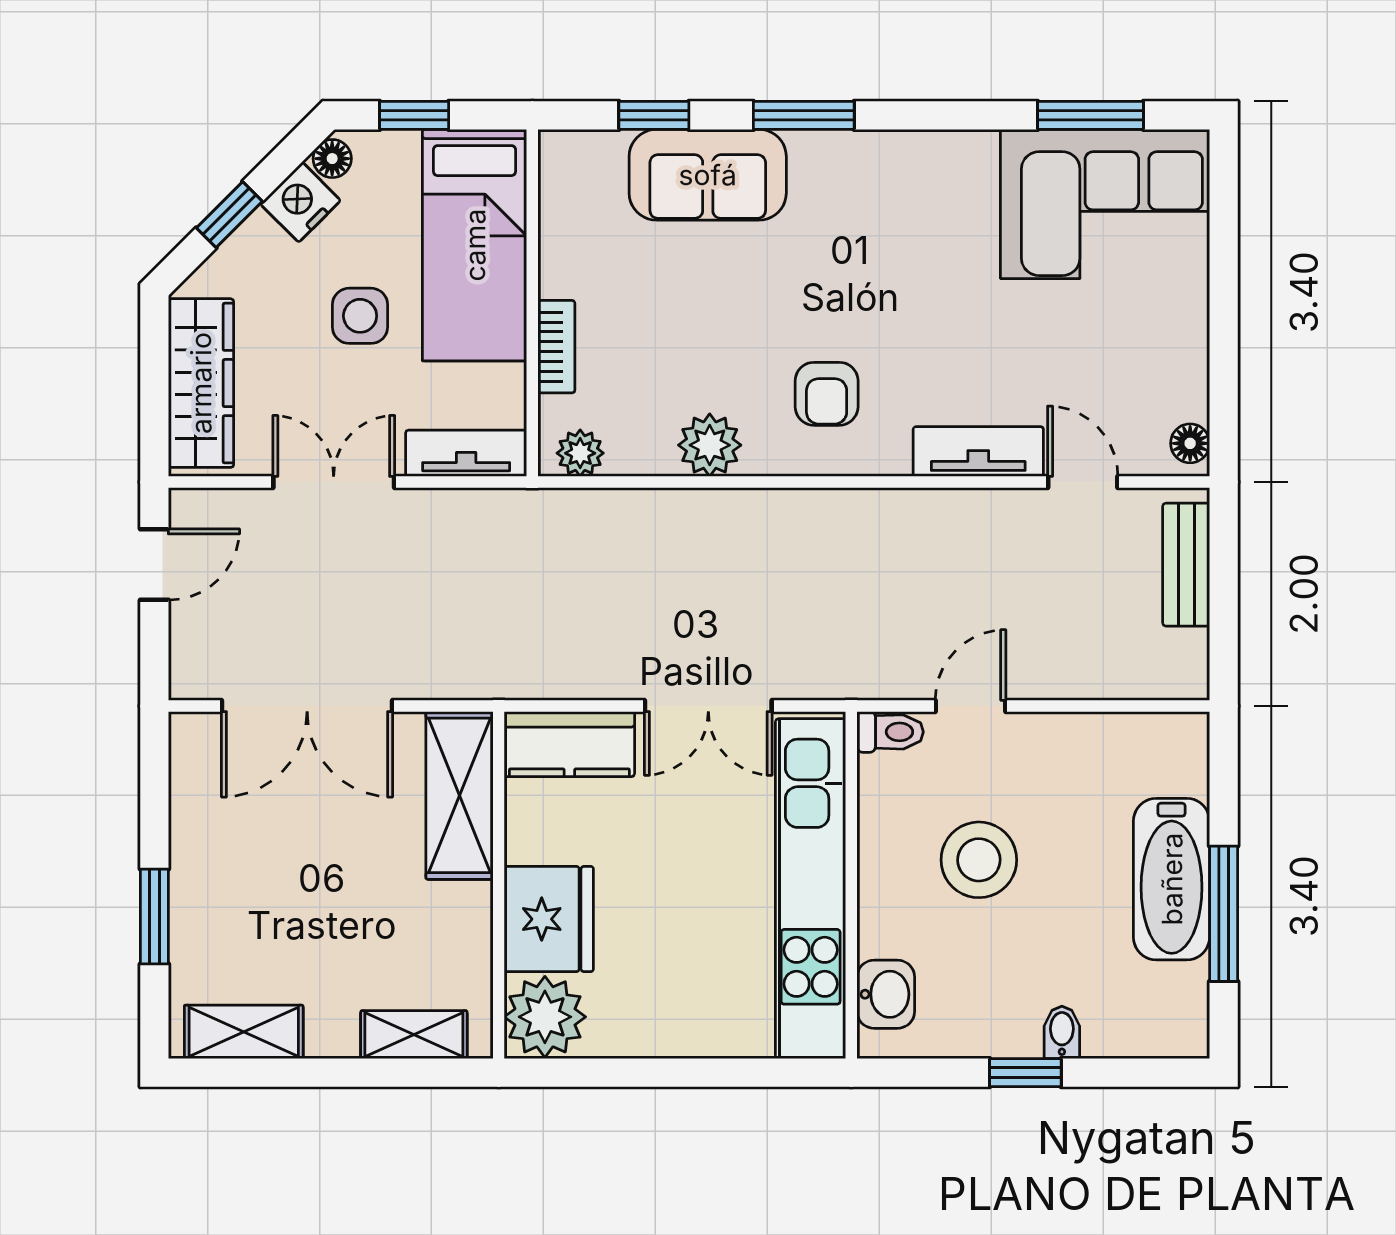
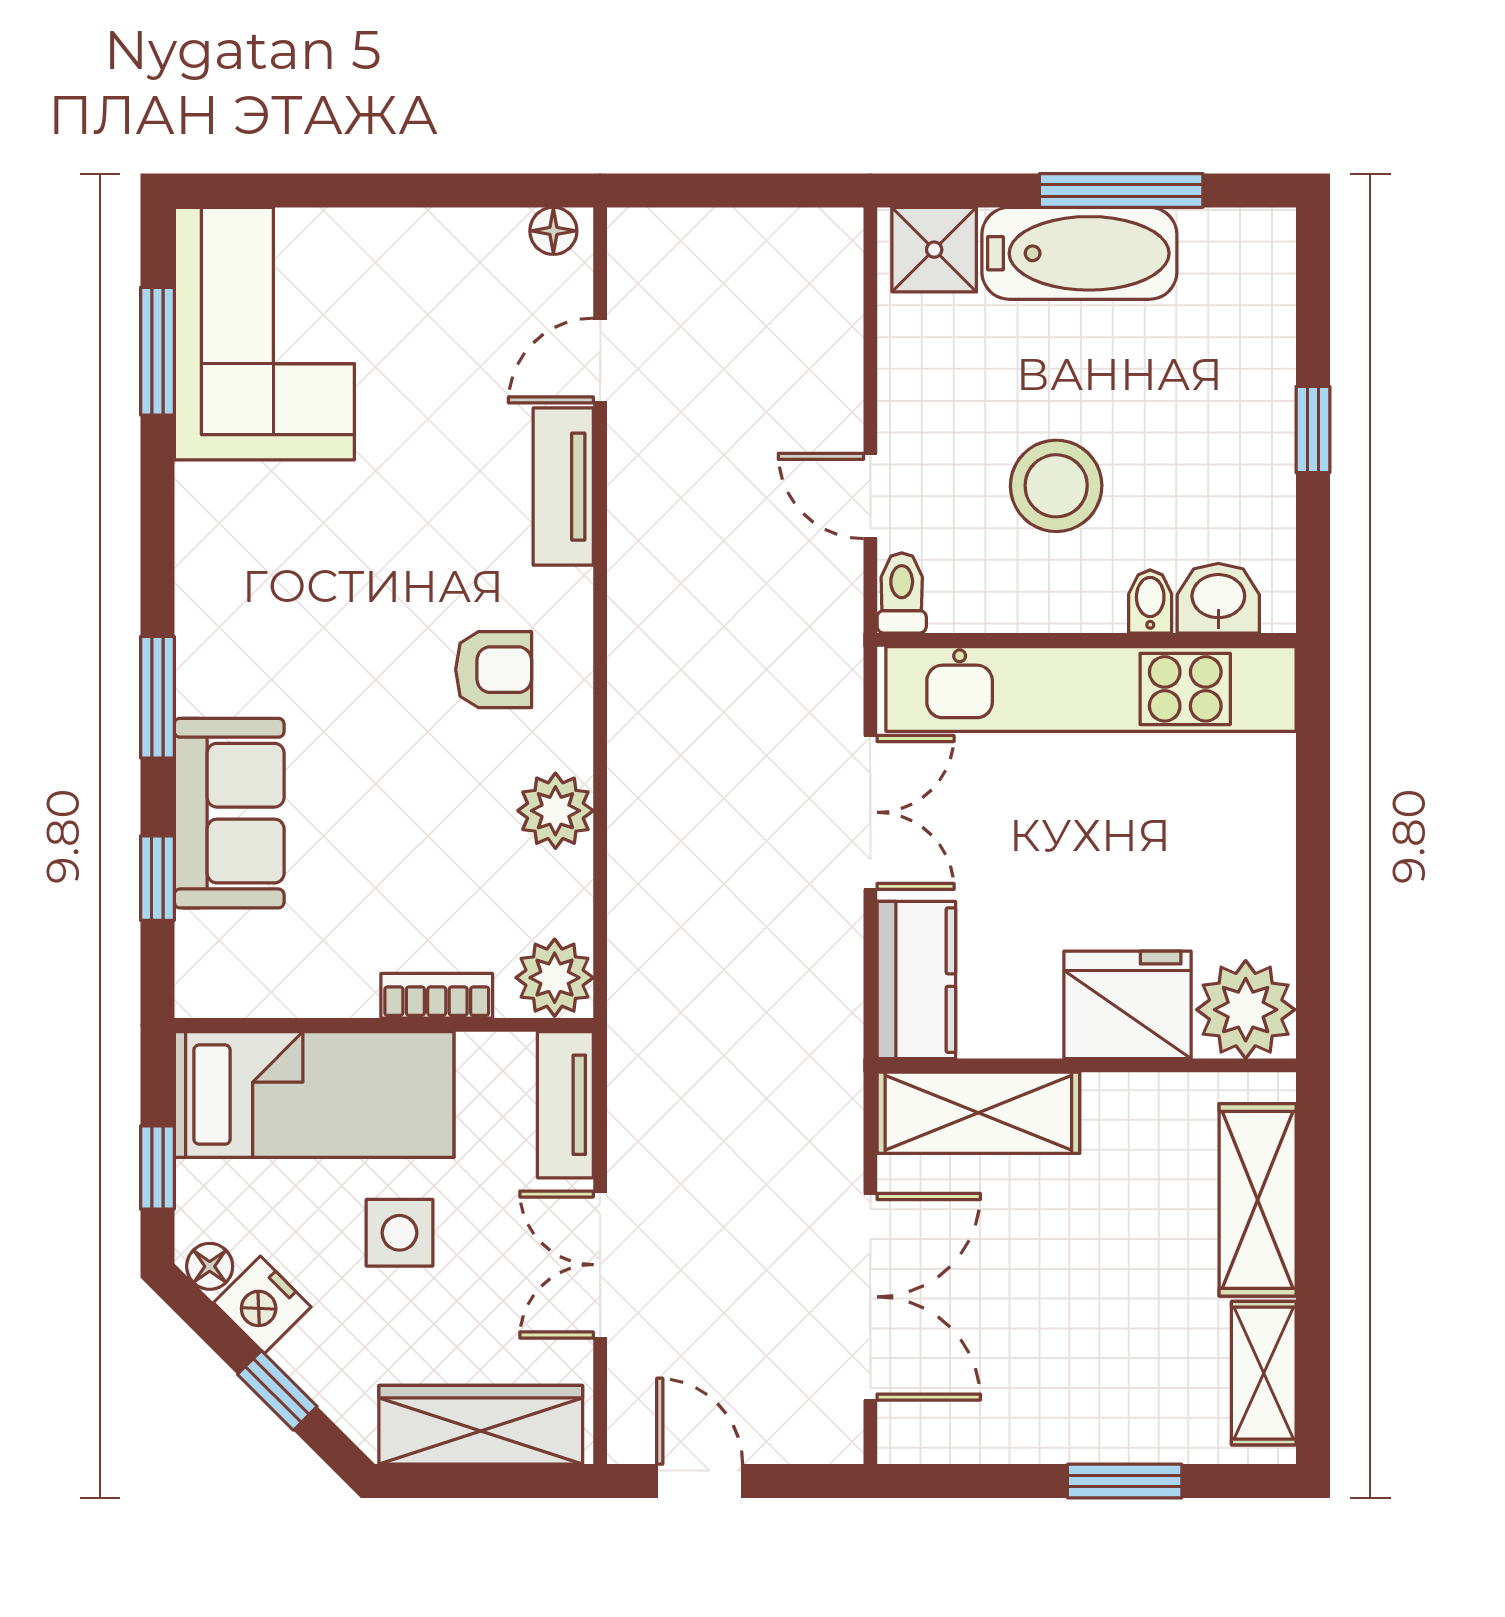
plant: (580, 453) -> (555, 978), width x1.38, depth x1.38
bench: (1186, 565) -> (700, 236), removed
shower: (1175, 759) -> (934, 250), added
bidet: (1062, 1032) -> (1150, 601), moved, turned 90
shelving: (414, 1035) -> (1258, 1200), width x1.50, depth x1.33

